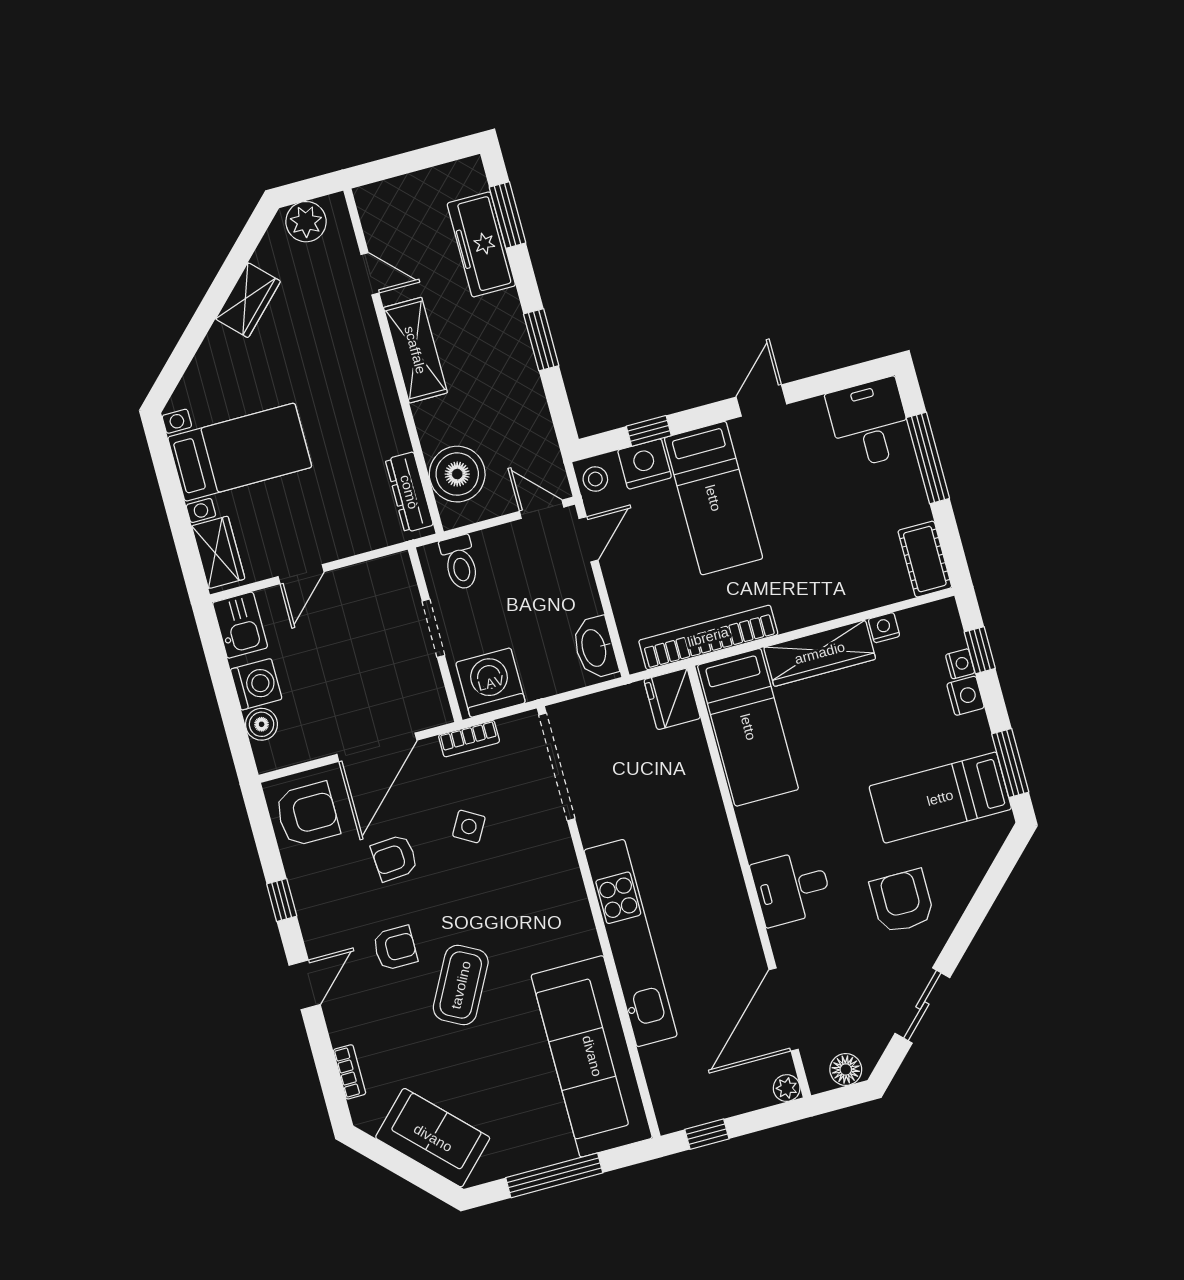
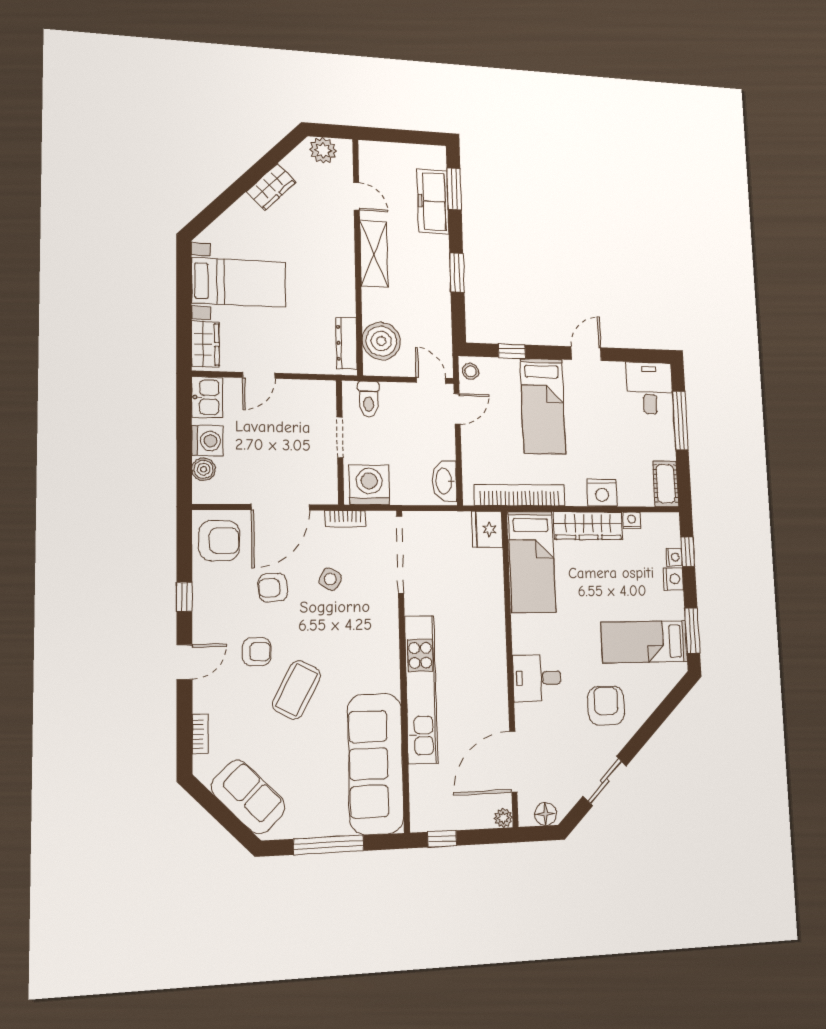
nightstand: (645, 464) -> (602, 493), moved, turned 180

